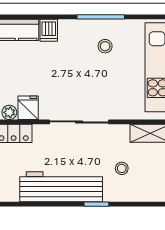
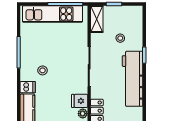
stool: (105, 46) -> (43, 70), moved

